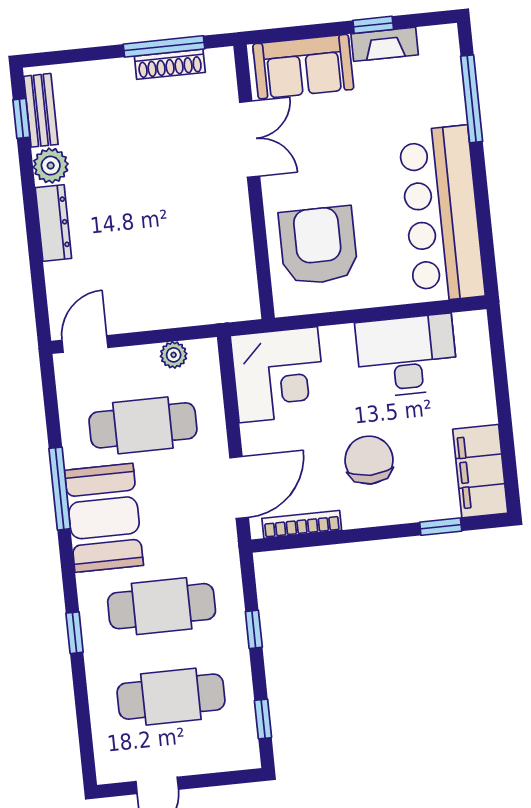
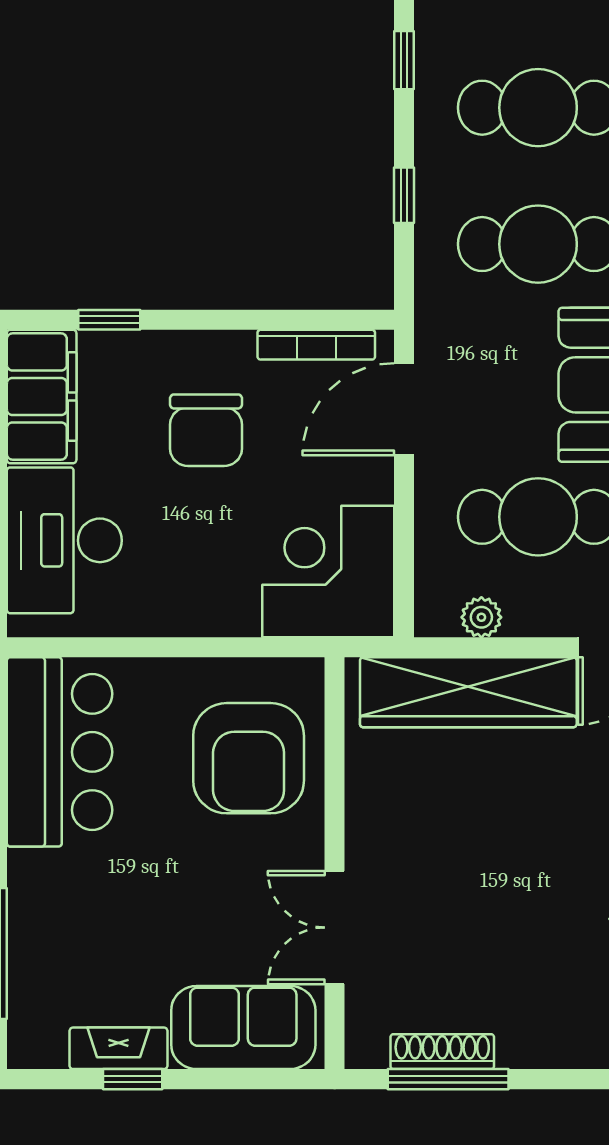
bar counter: (442, 214) -> (60, 752), width x0.73
wardrobe: (177, 304) -> (468, 692), added
desk: (407, 356) -> (64, 540), moved, turned 90

